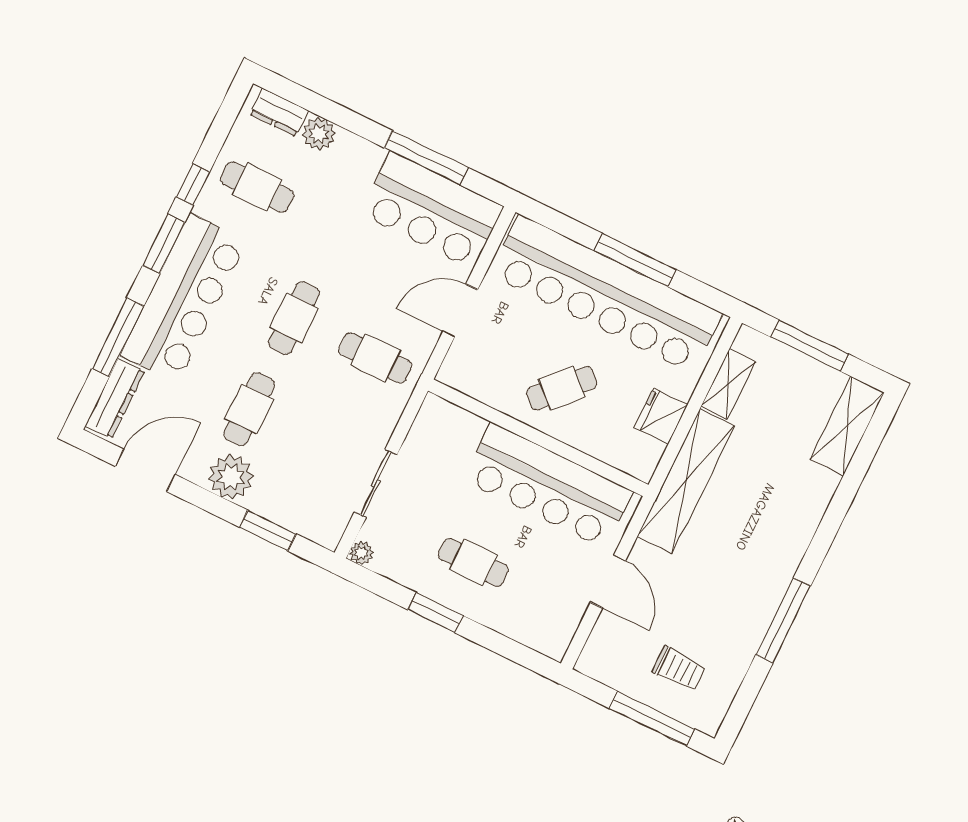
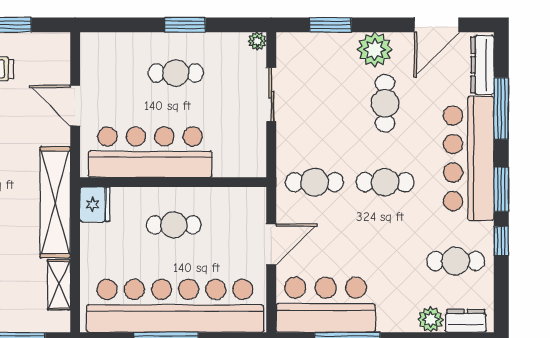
cafe table: (294, 318) -> (385, 182), turned 90
cafe table: (562, 388) -> (174, 225), turned 47
fridge: (661, 416) -> (95, 204), moved

